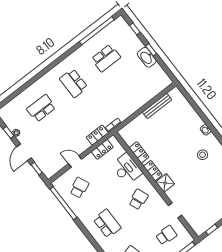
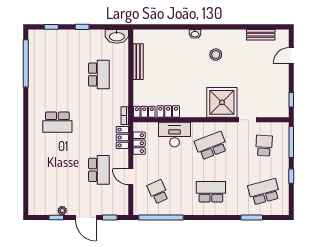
washbasin: (147, 57) -> (117, 36), moved
school desk: (106, 58) -> (99, 74), moved
school desk: (41, 108) -> (99, 170), moved, turned 180
door: (75, 161) -> (131, 177), hinge flipped
locker: (153, 171) -> (144, 112), moved
shower: (165, 183) -> (222, 102), width x1.86, depth x1.86
school desk: (138, 199) -> (211, 146), width x1.85

